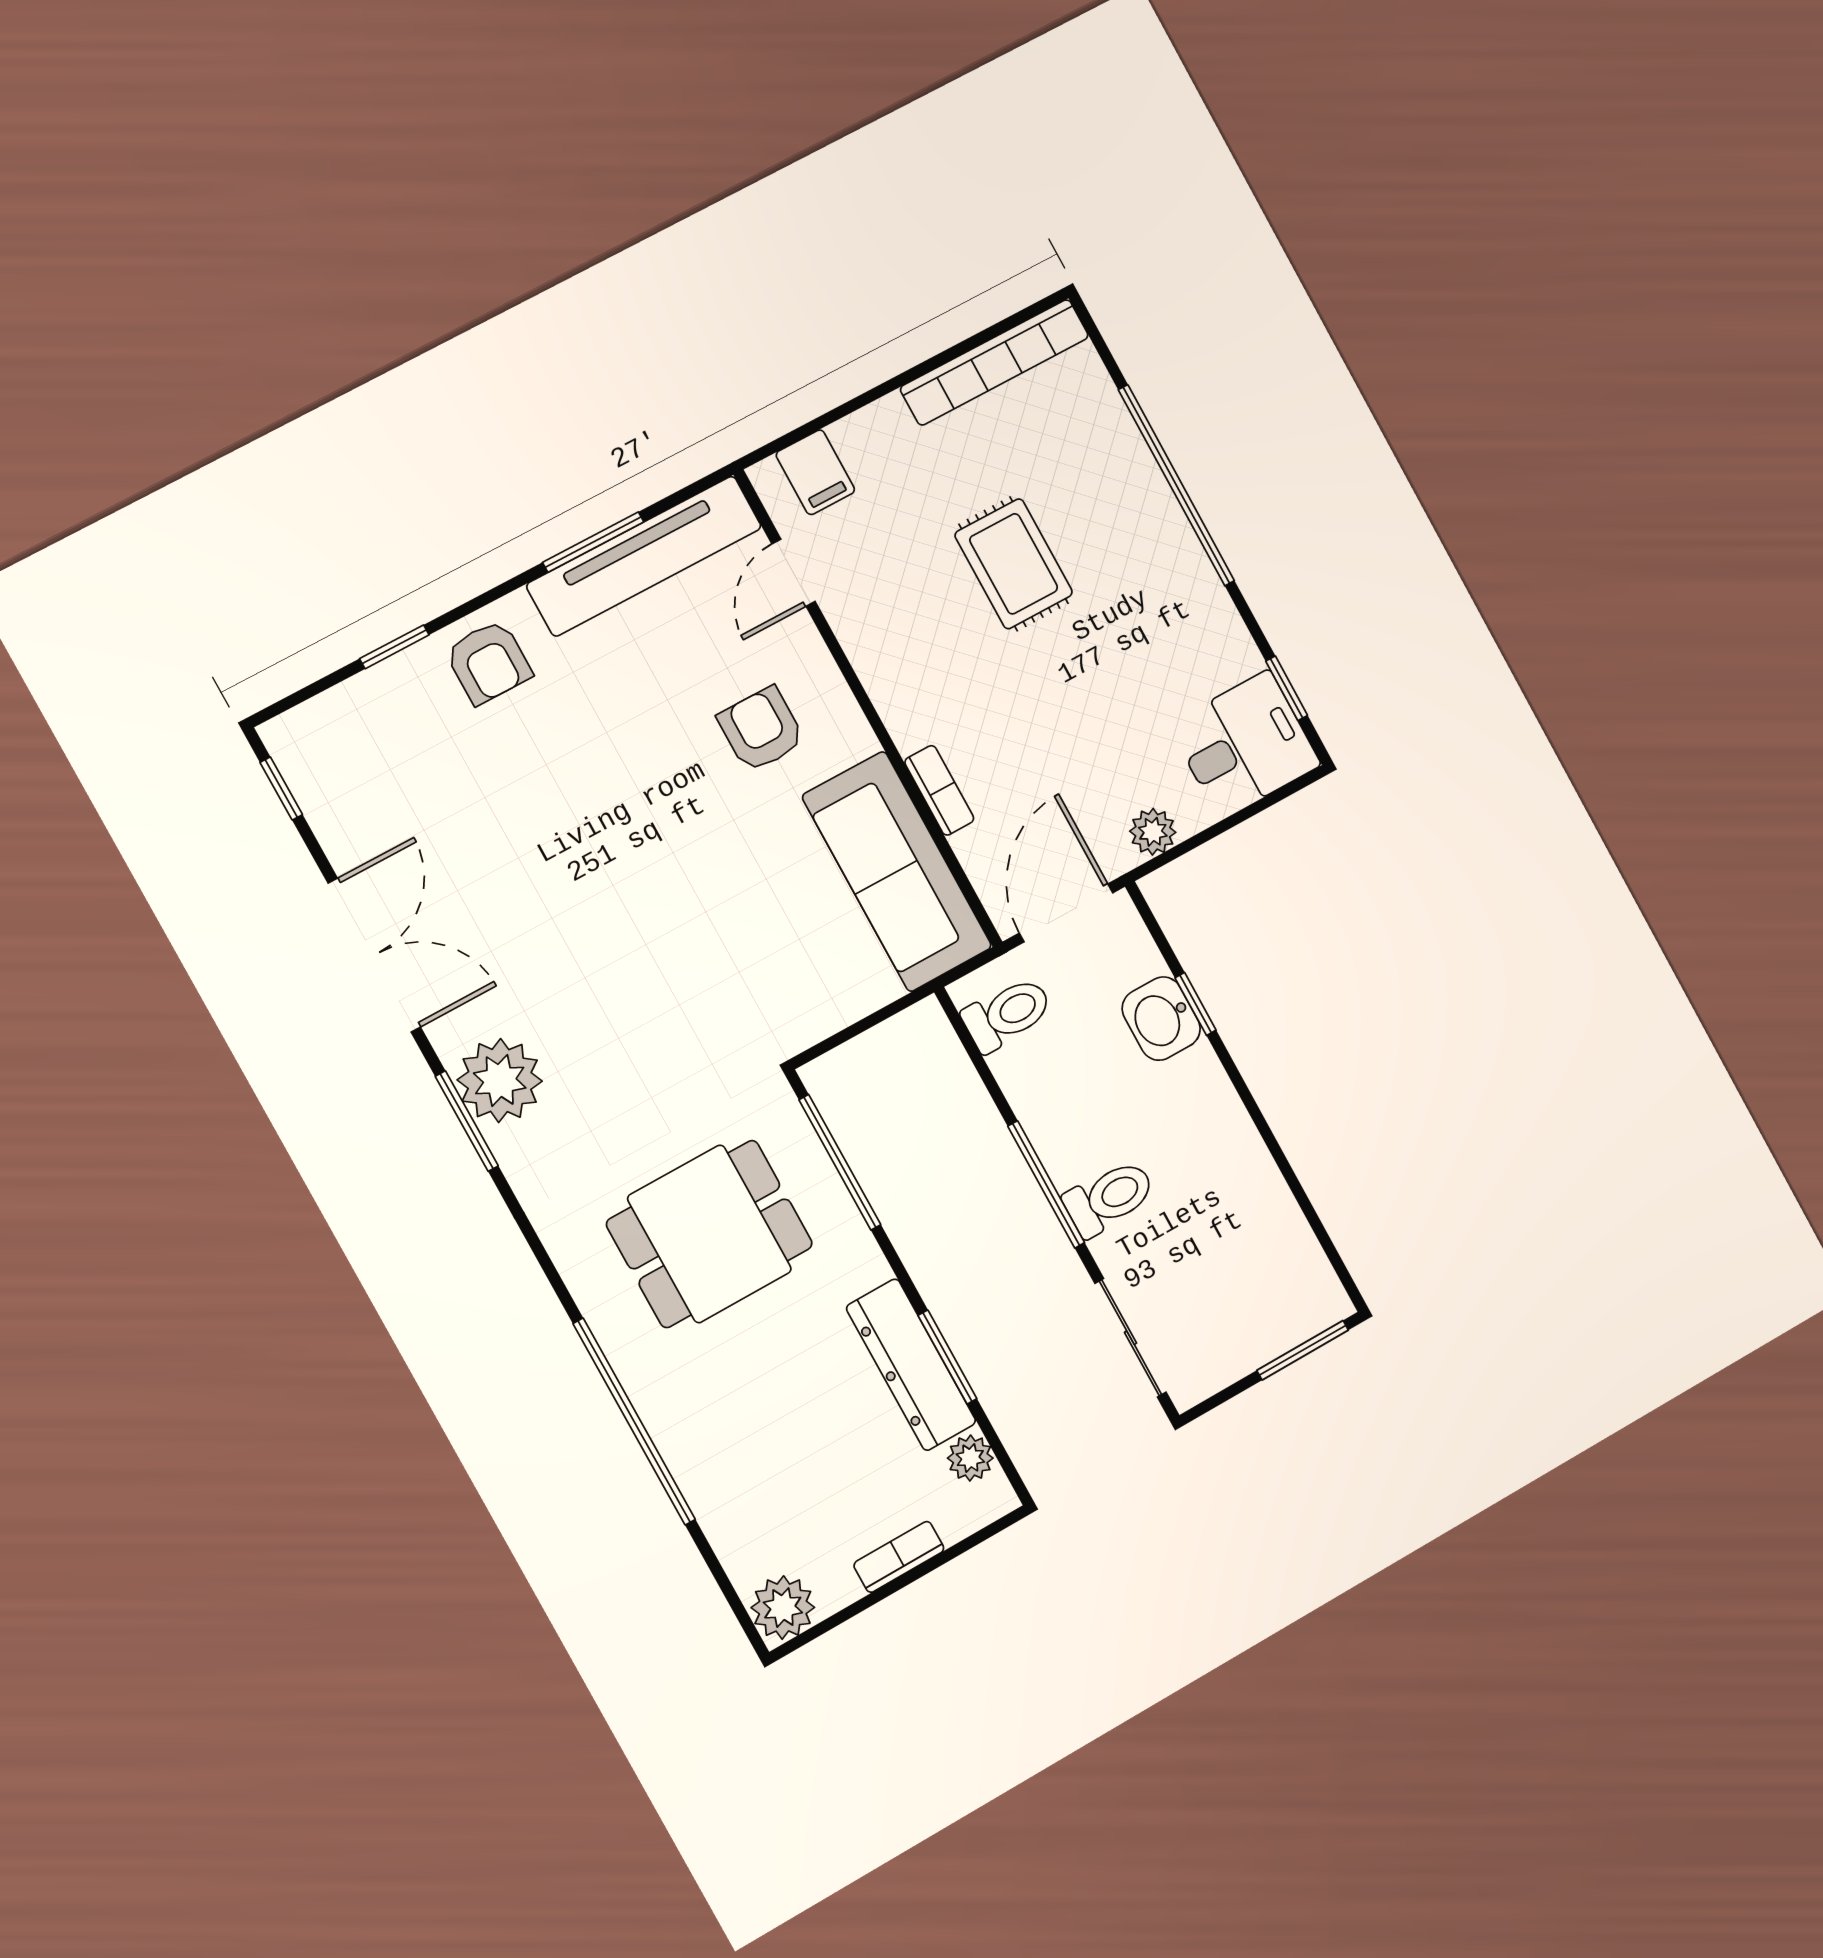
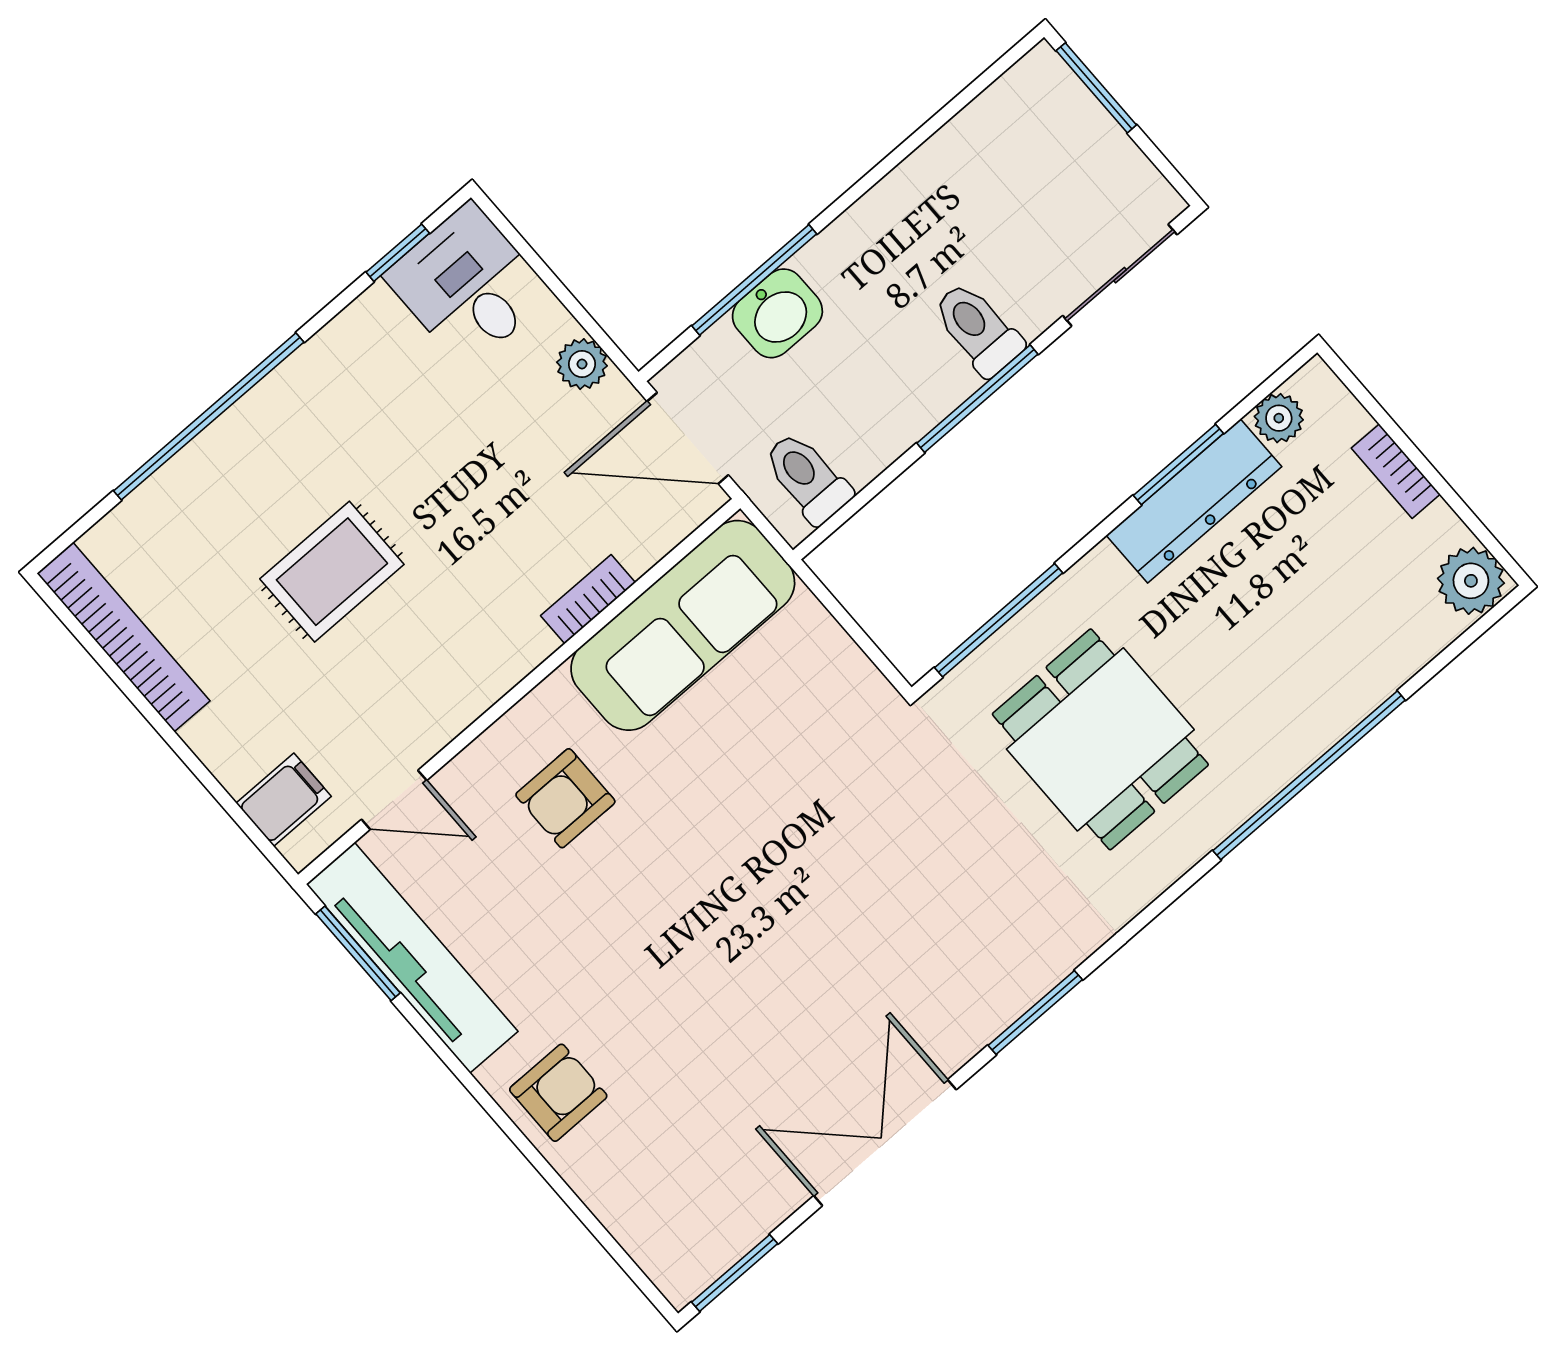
window: (593, 542) -> (358, 953), moved
window: (394, 647) -> (564, 1191), removed
window: (281, 788) -> (735, 1273), width x1.50
window: (1196, 1004) -> (754, 280), width x2.17
plant: (500, 1081) -> (987, 988), removed

